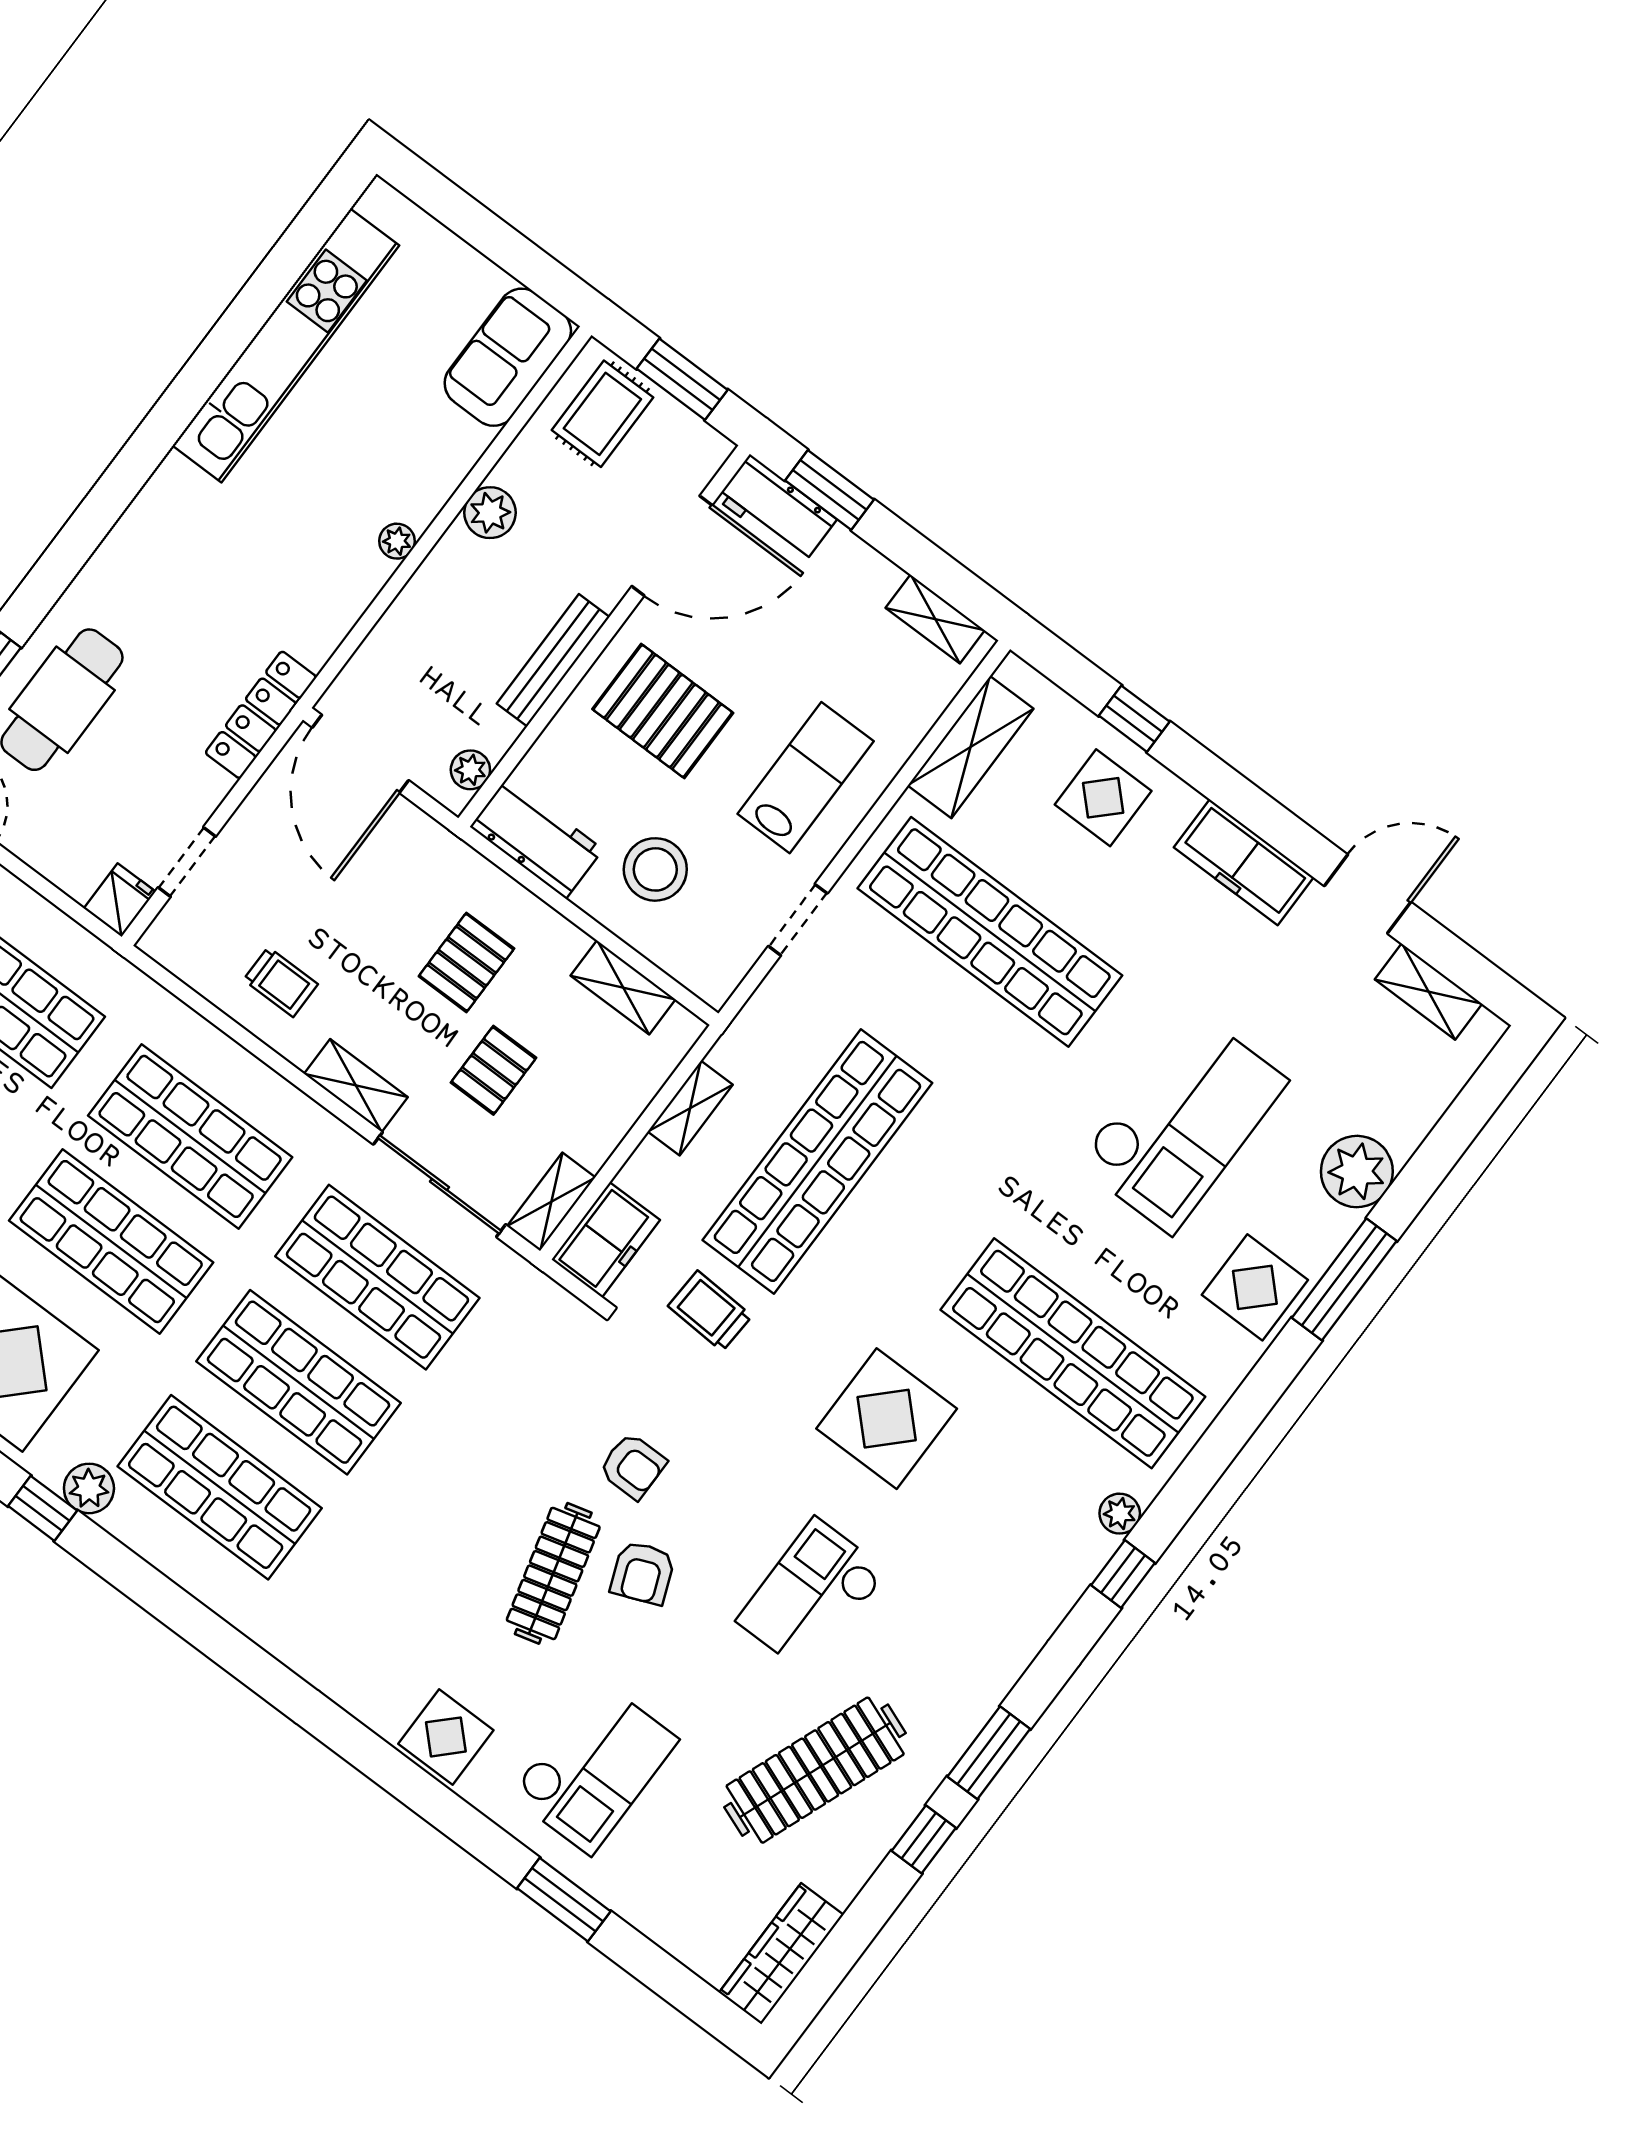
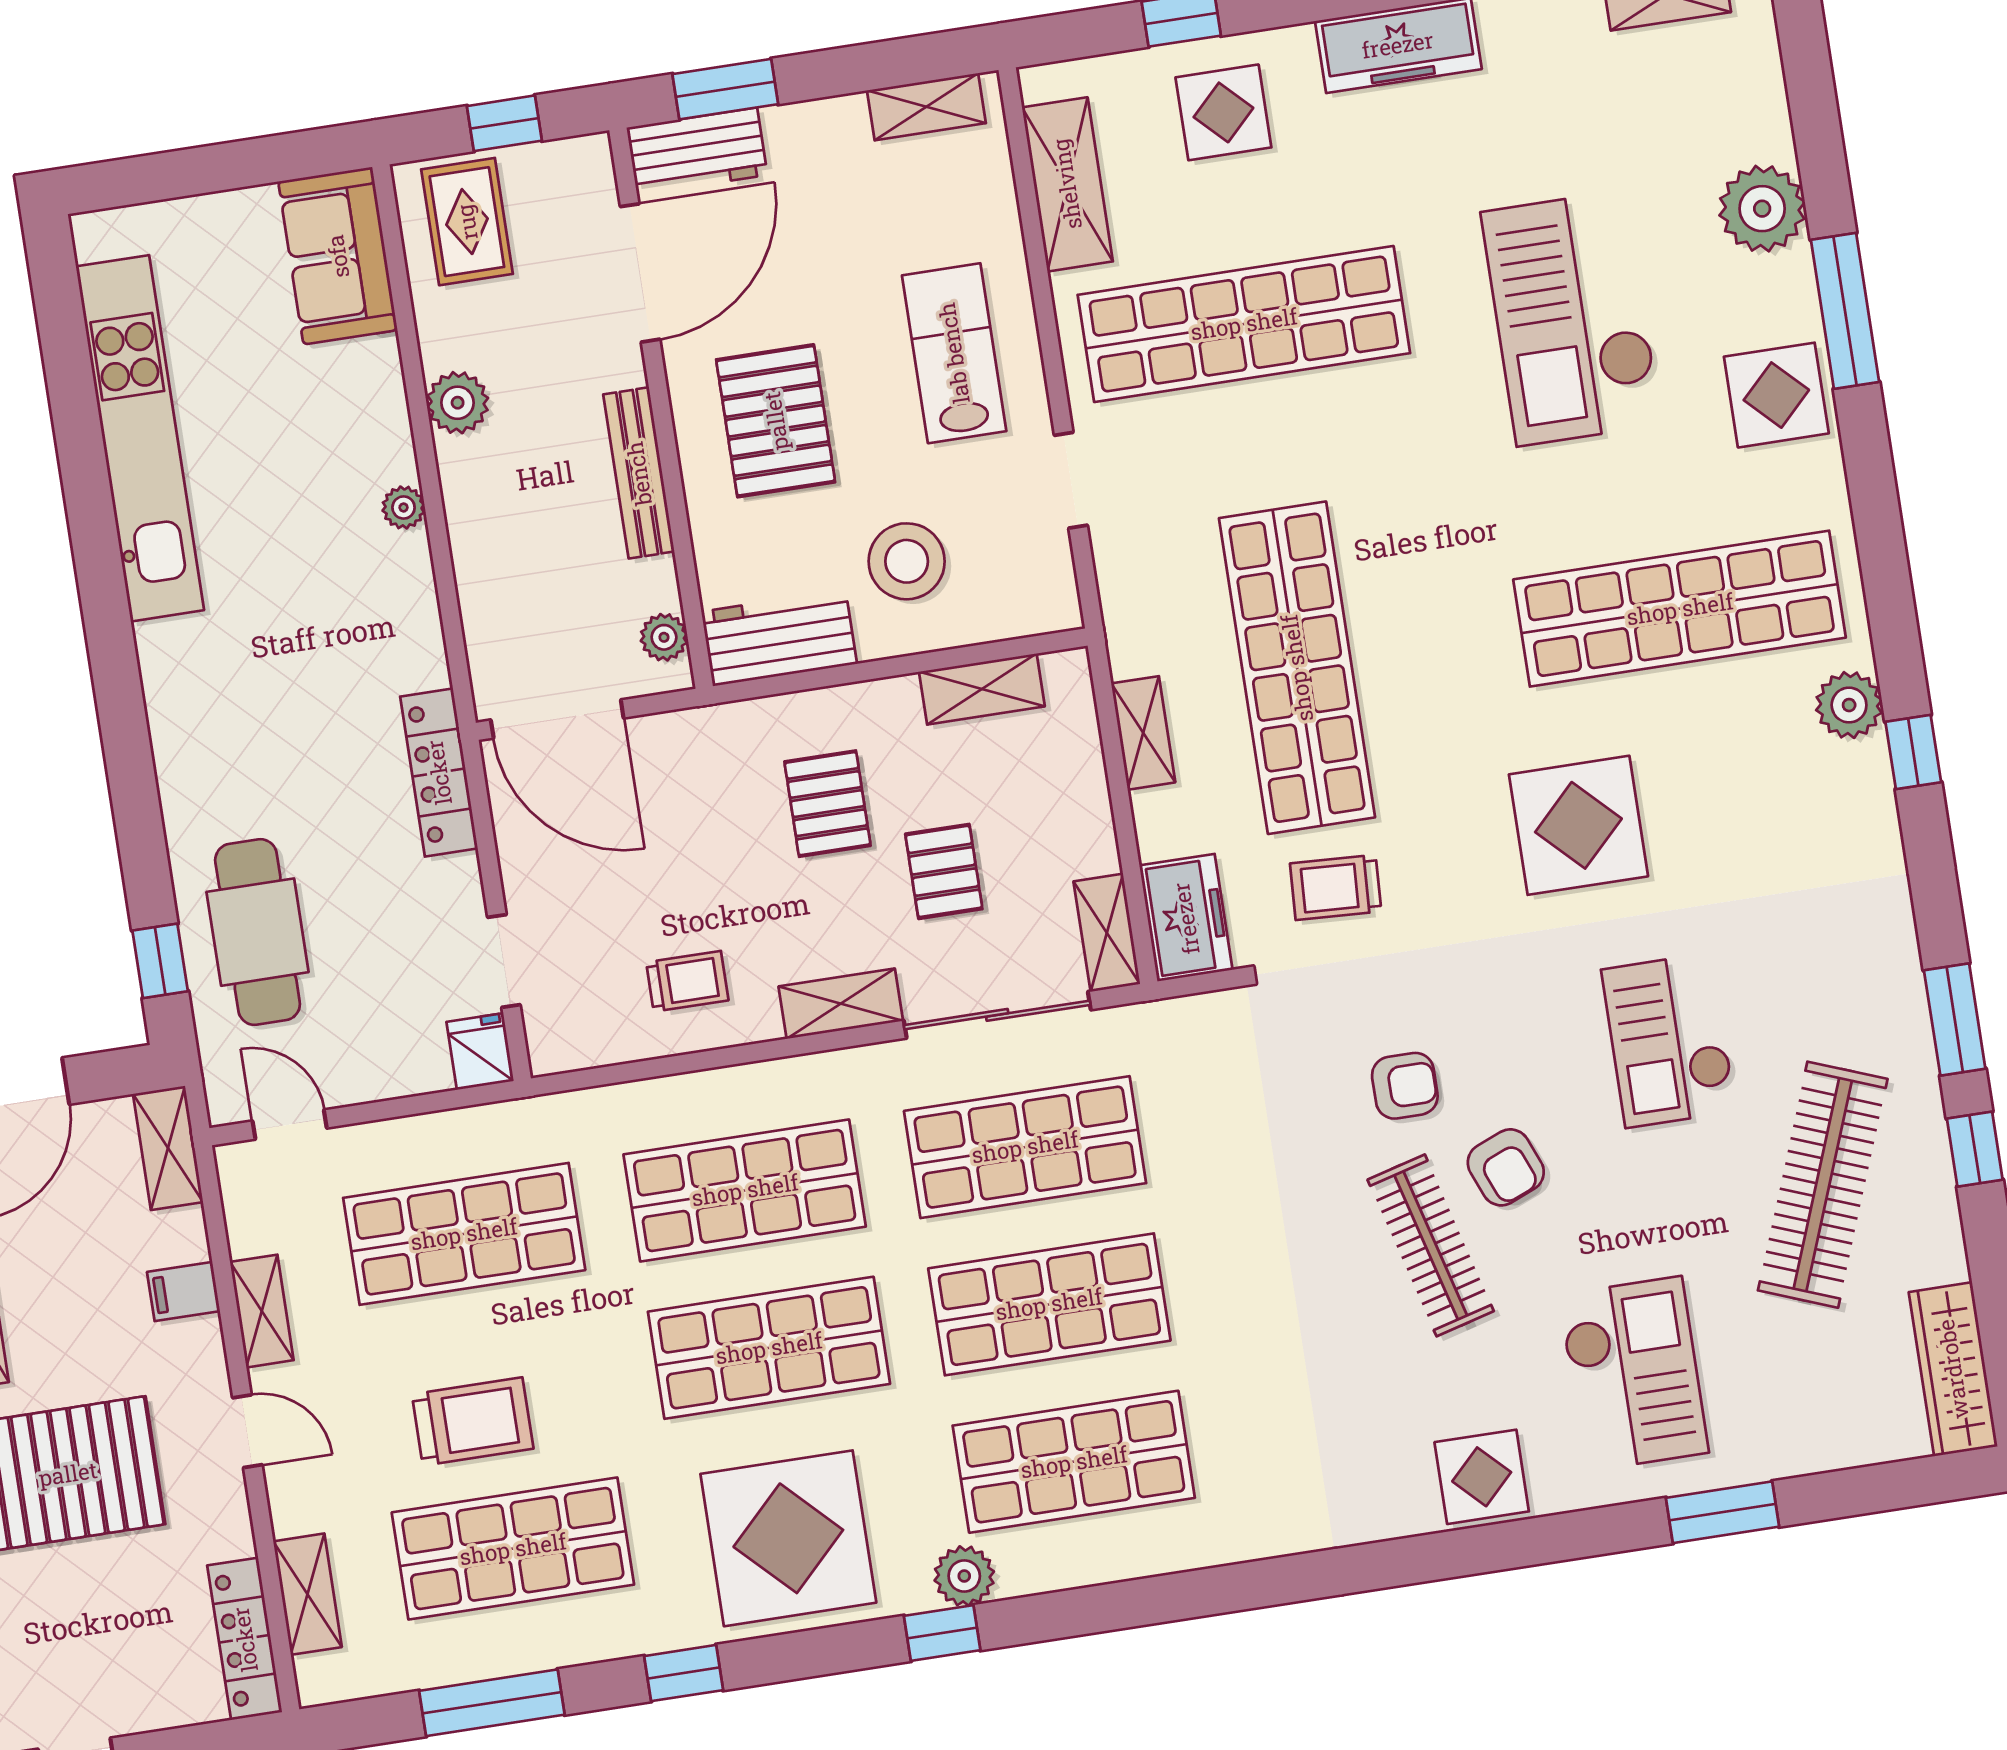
window: (682, 379) -> (504, 123), width x0.67
pallet: (663, 711) -> (776, 421), turned 90
checkout: (1182, 1122) -> (1572, 318), turned 180
plant: (1120, 1514) -> (1849, 705), width x1.38, depth x1.38

